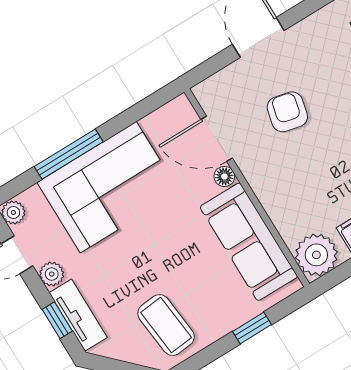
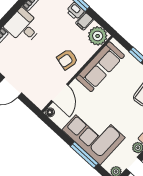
armchair: (287, 112) -> (67, 59), moved
floor lamp: (224, 176) -> (50, 112), moved

